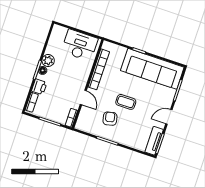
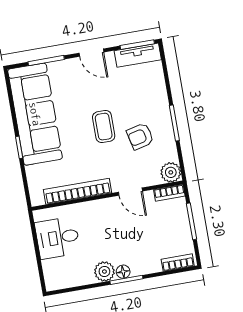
desk: (80, 45) -> (58, 238), width x0.73
printer: (39, 87) -> (149, 264), removed
door: (83, 97) -> (130, 192), swing flipped
plant: (82, 125) -> (171, 172), added

